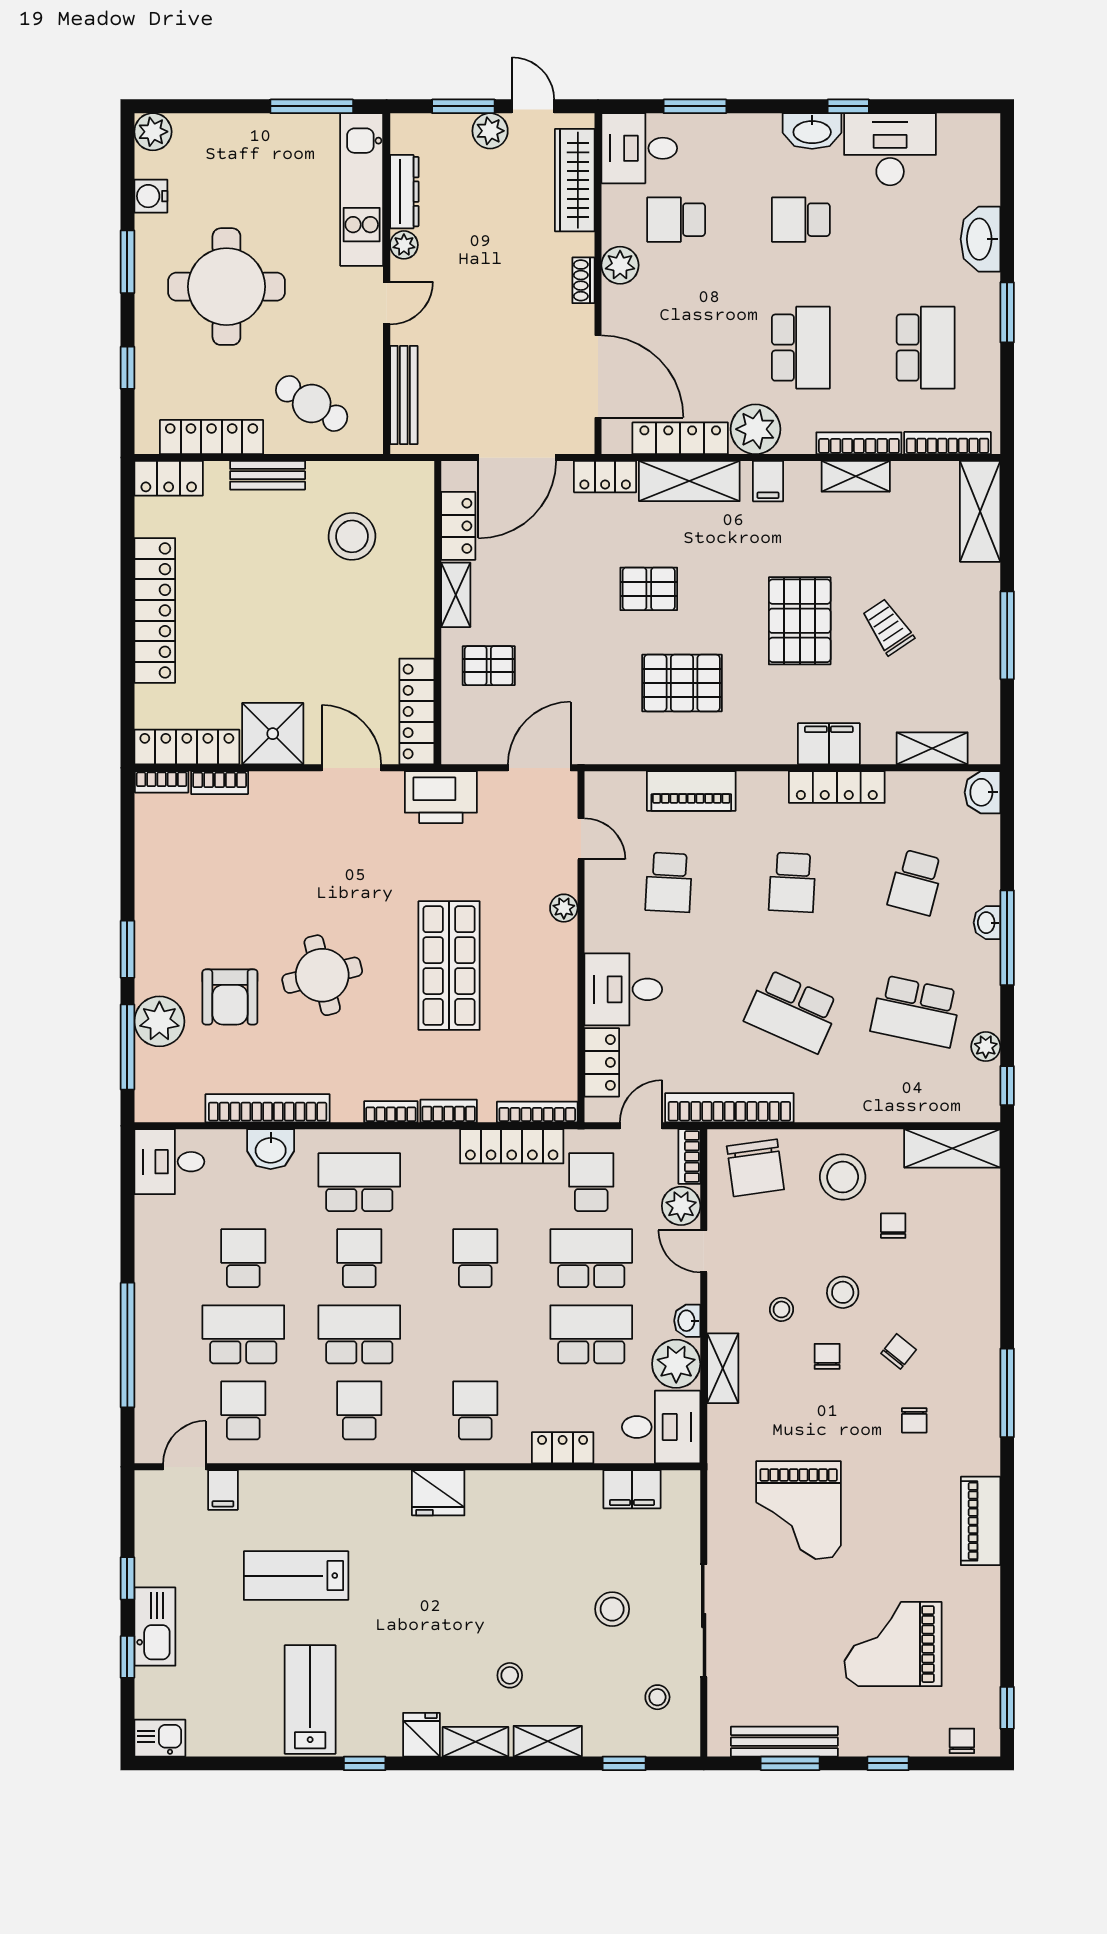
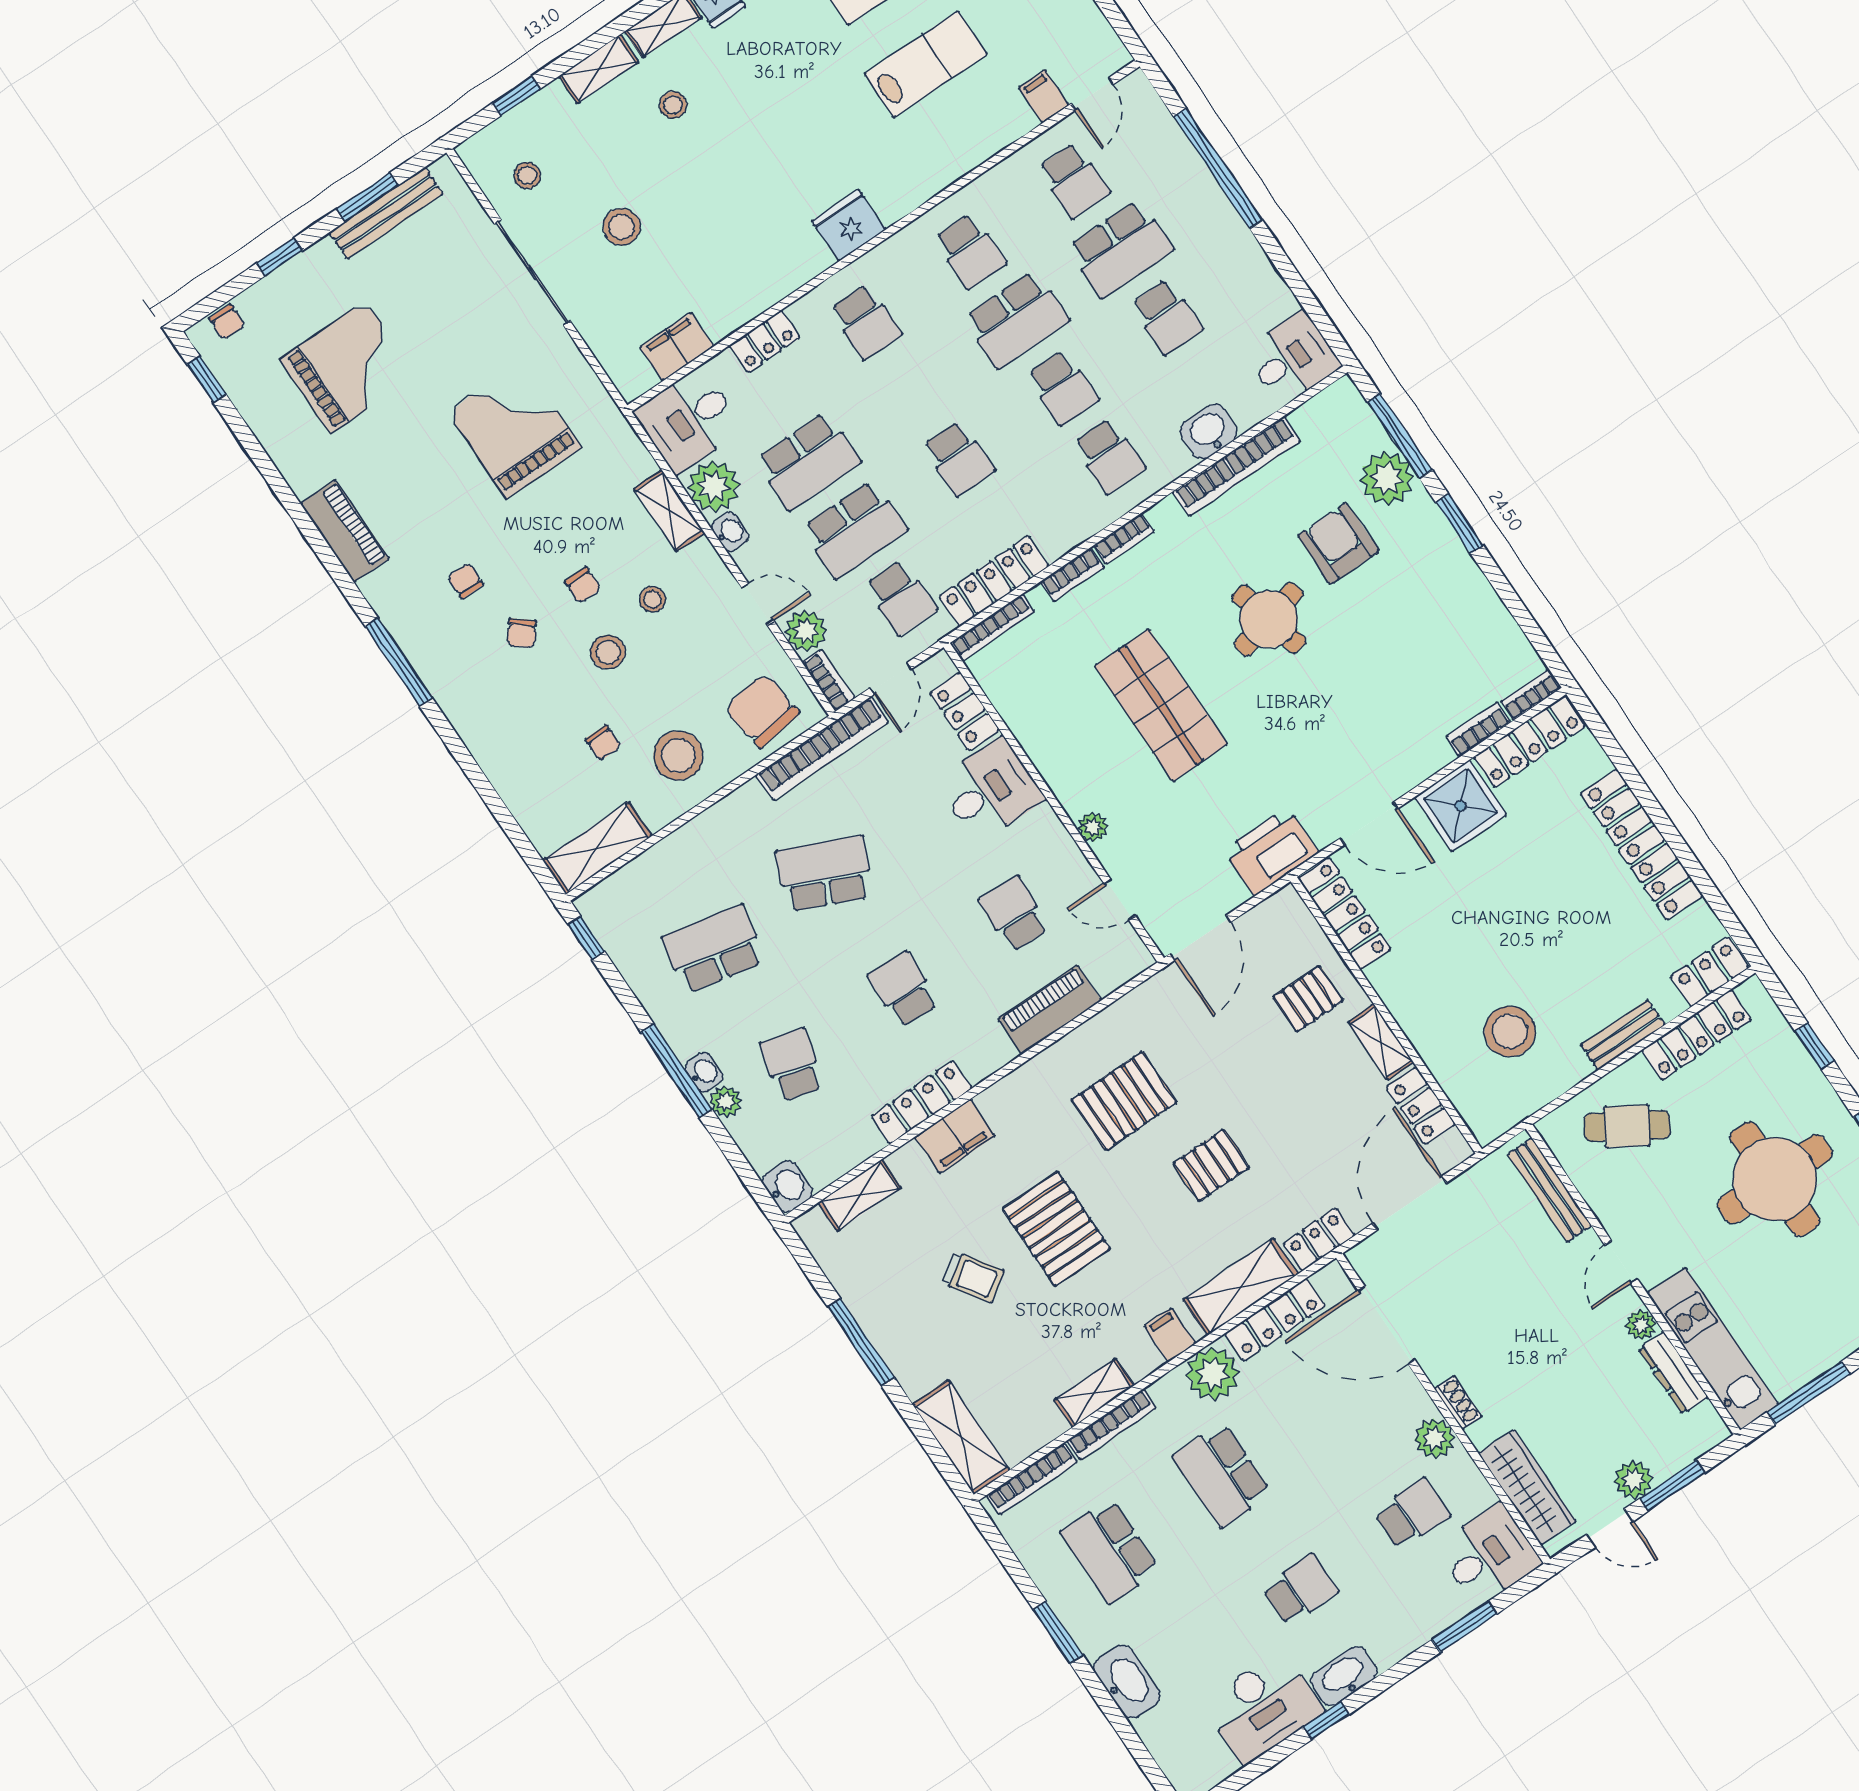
plant: (986, 1047) -> (726, 1102), moved
school desk: (359, 1182) -> (1109, 456), width x0.54

